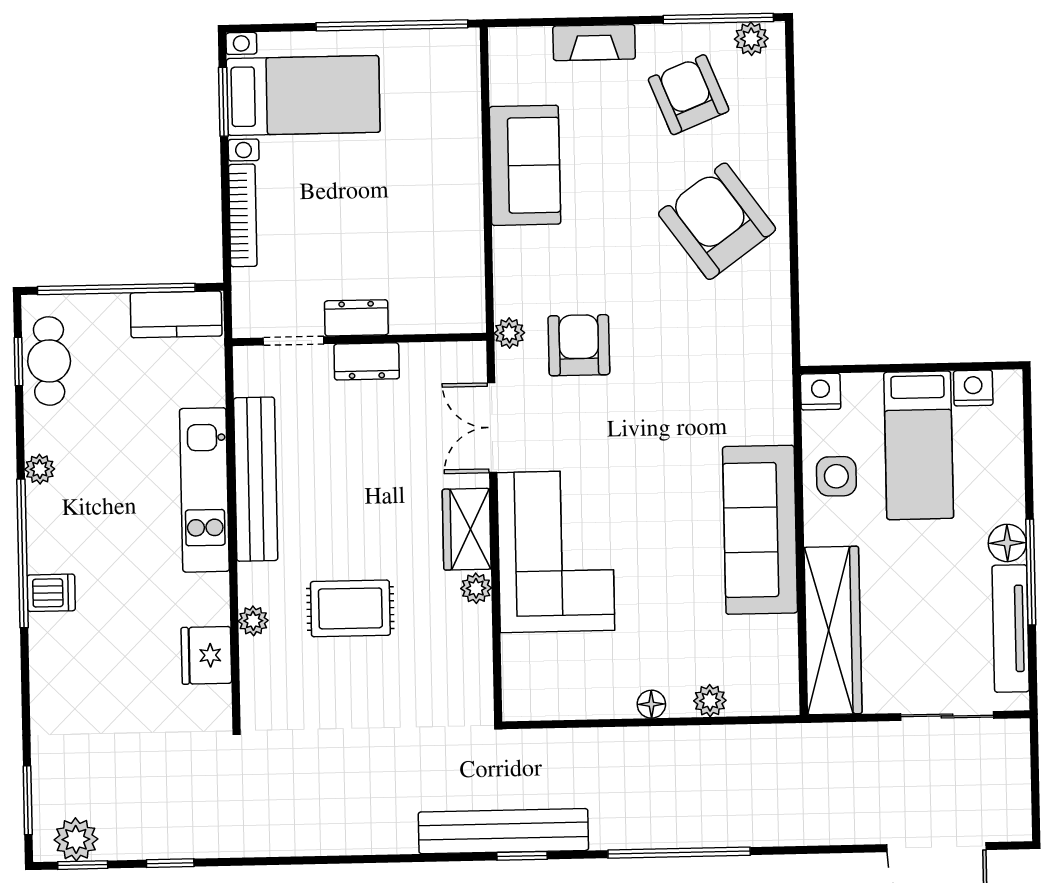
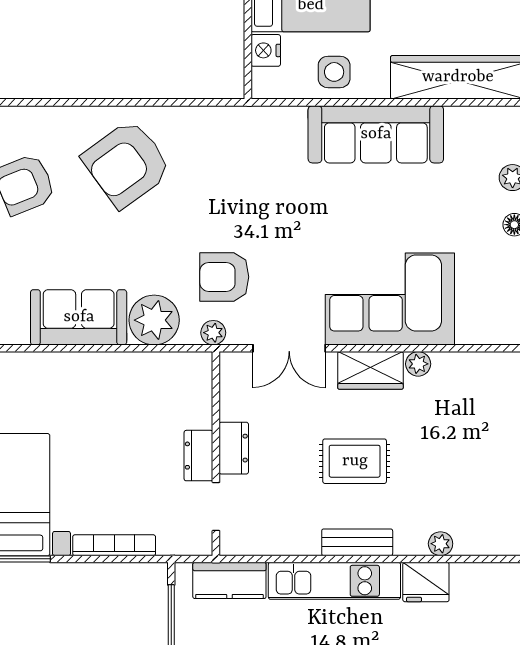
plant: (524, 259) -> (154, 320), added
kitchen counter: (176, 314) -> (229, 580), moved, turned 90
nightstand: (821, 392) -> (266, 50), moved
bench: (256, 479) -> (357, 542), width x0.54, depth x0.82
rug: (350, 608) -> (355, 461), moved, turned 90
fridge: (206, 655) -> (426, 582), moved

